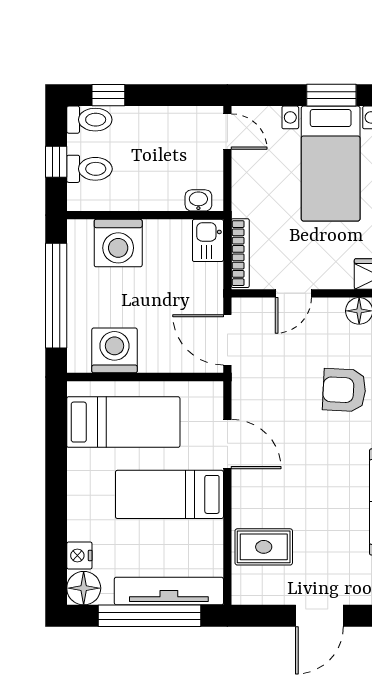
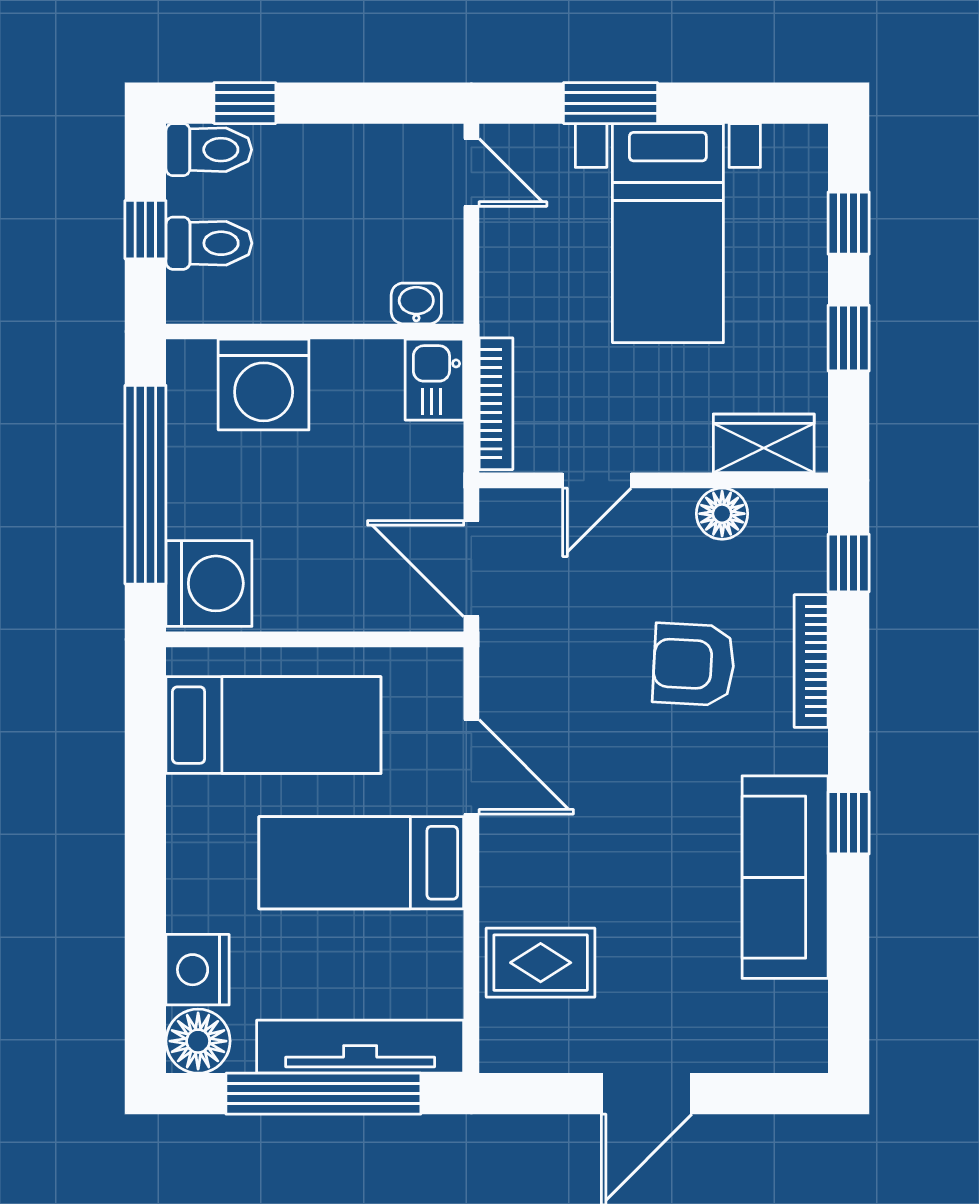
window: (331, 95) -> (610, 103), moved
washing machine: (114, 350) -> (209, 583), moved, turned 90
nightstand: (79, 555) -> (198, 970), width x1.36, depth x1.33

